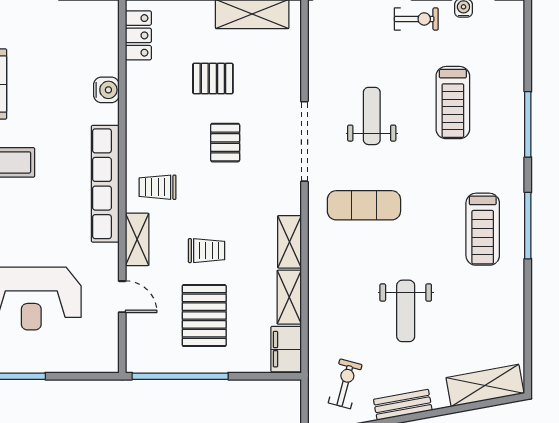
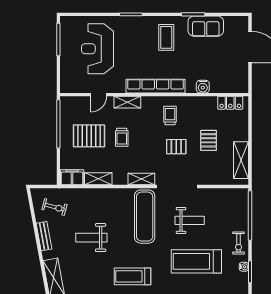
treadmill: (453, 103) -> (196, 261), width x1.37, depth x1.38
trolley: (157, 187) -> (170, 116), moved
exercise mat: (364, 205) -> (145, 217), width x1.36, depth x1.45
shelving: (290, 242) -> (141, 179), moved

